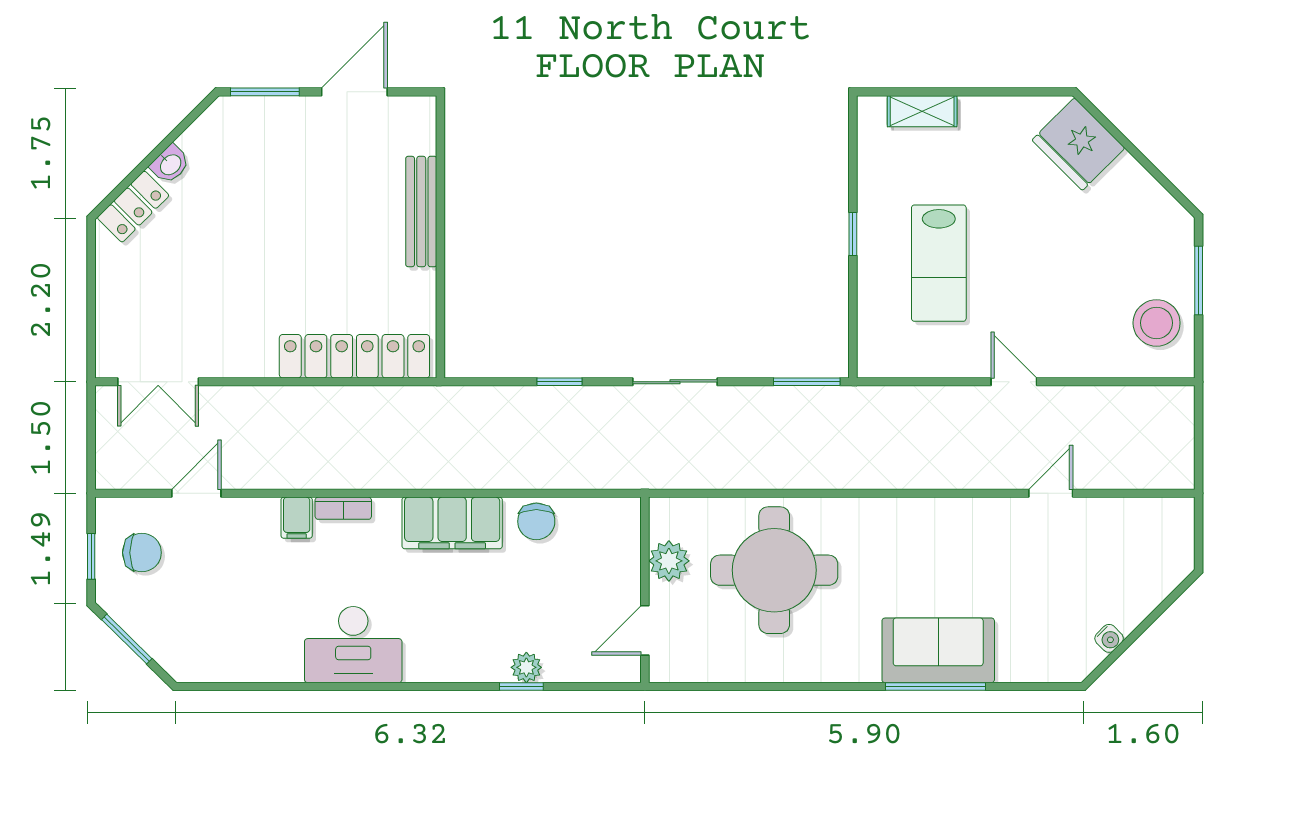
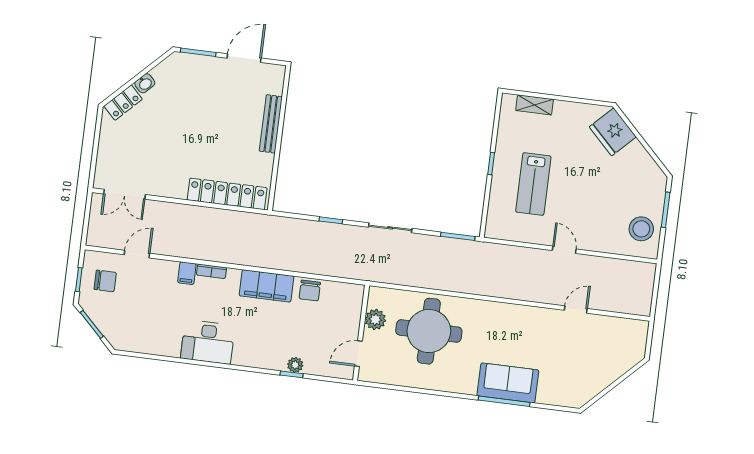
water cooler: (1109, 638) -> (596, 388), removed

